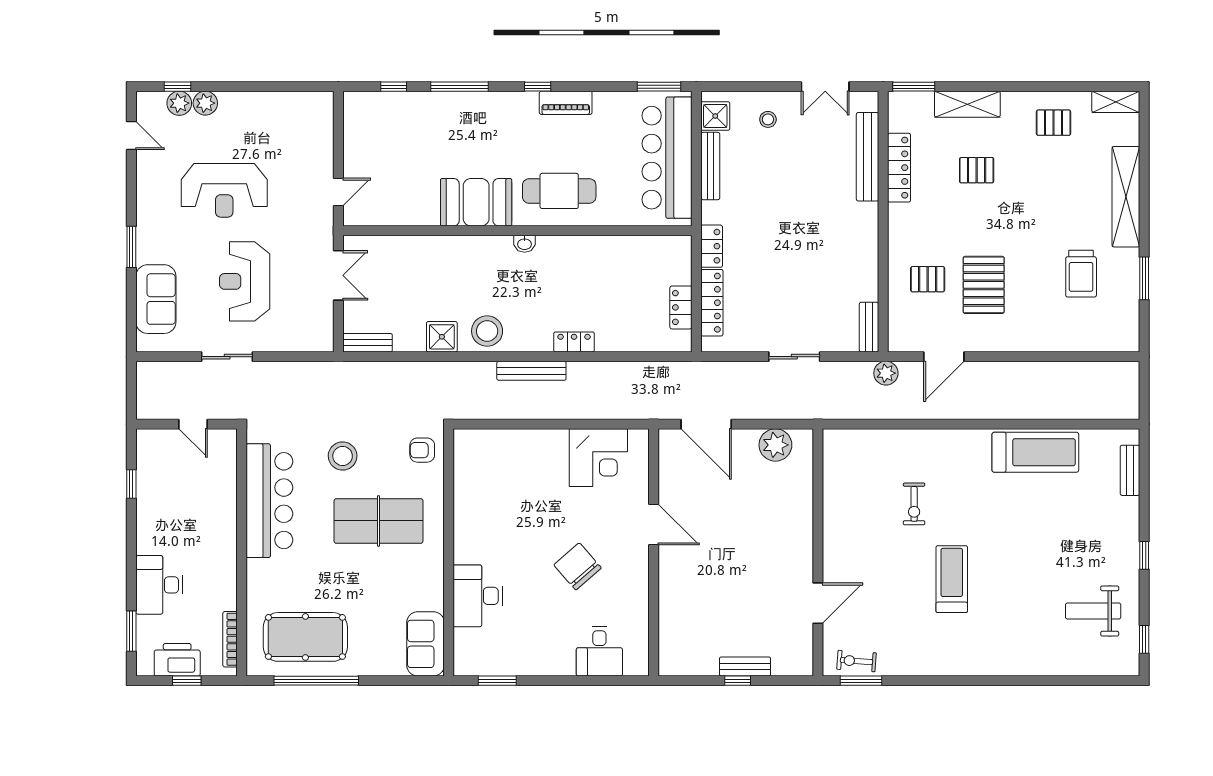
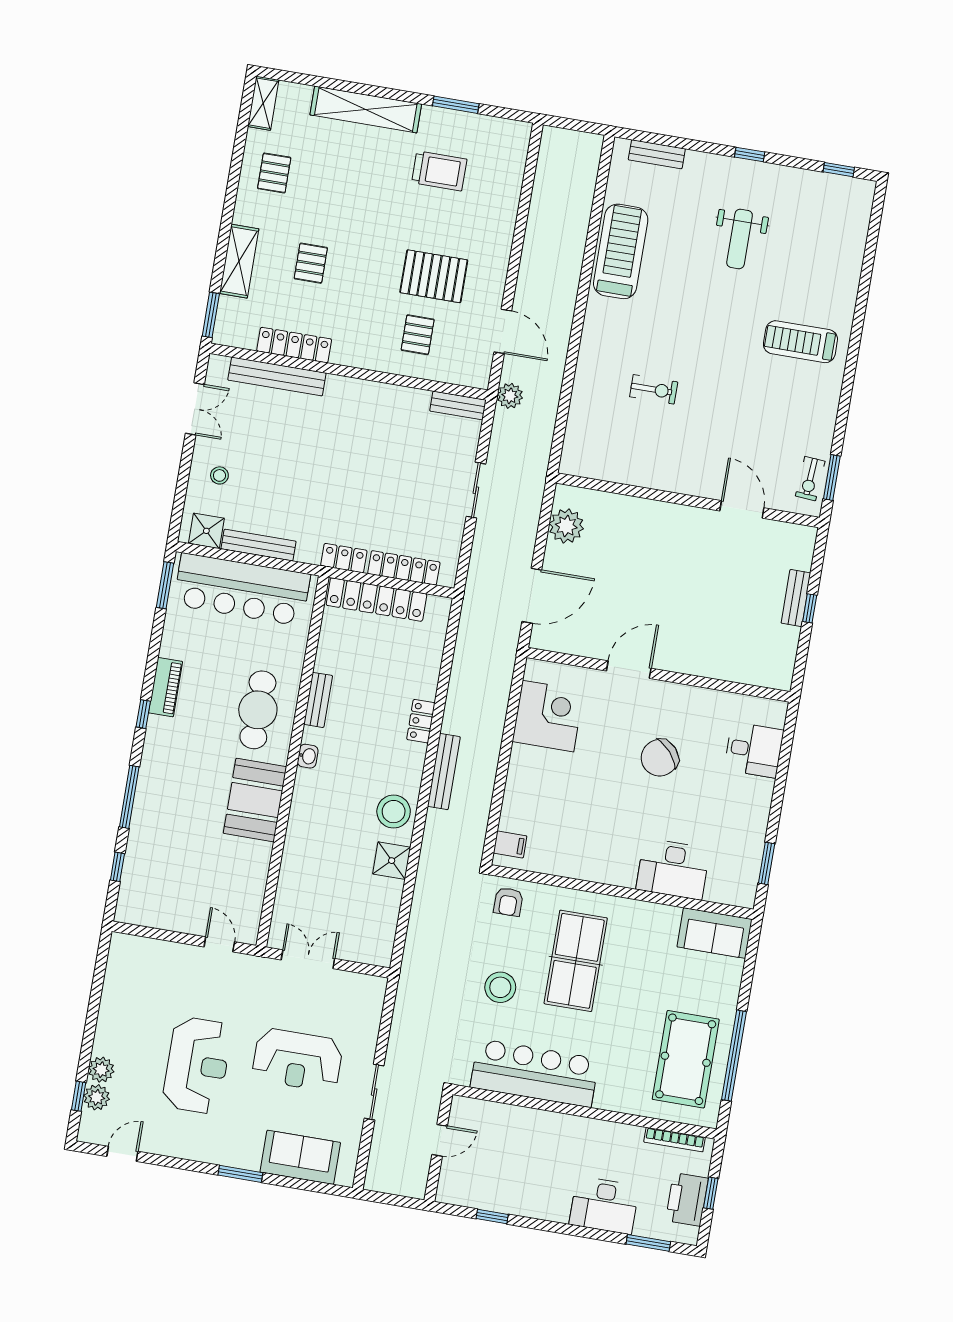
locker: (681, 307) -> (376, 600), width x2.16, depth x1.21
bench: (368, 343) -> (318, 700), moved
filing cabinet: (475, 443) -> (510, 844), added
treadmill: (952, 579) -> (800, 342), moved
weight bench: (1093, 611) -> (740, 239), moved

